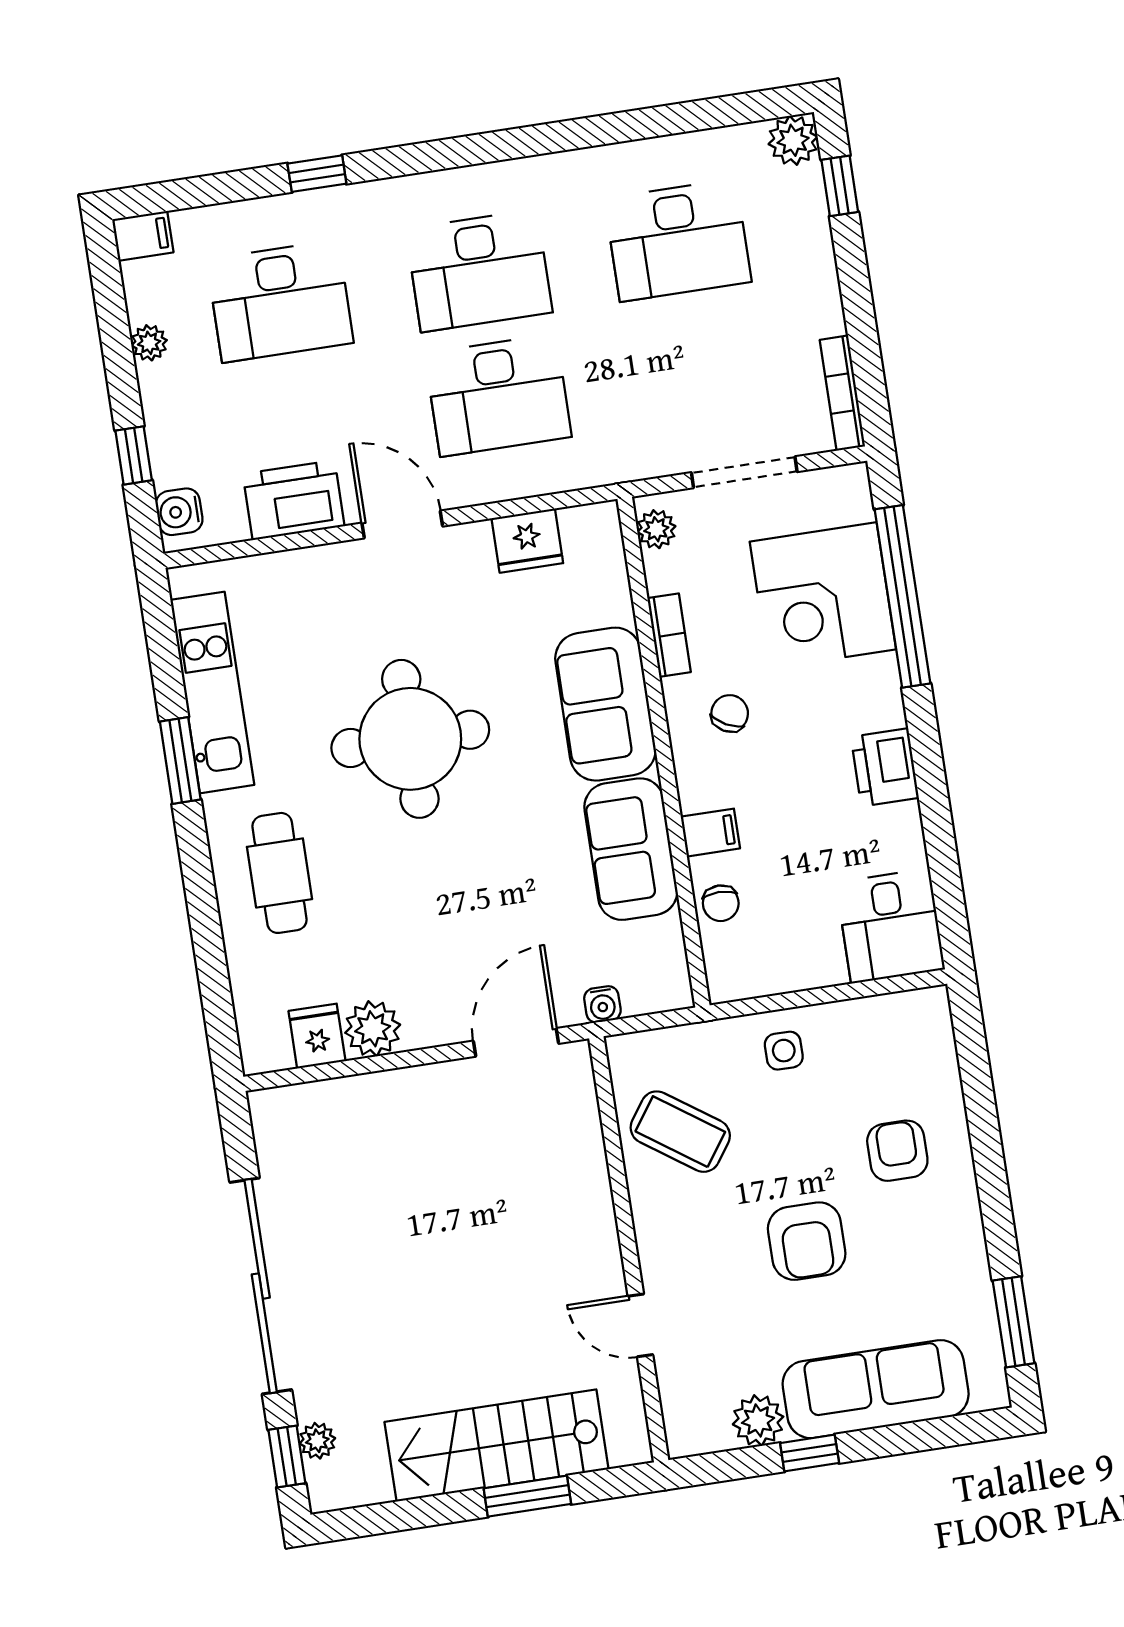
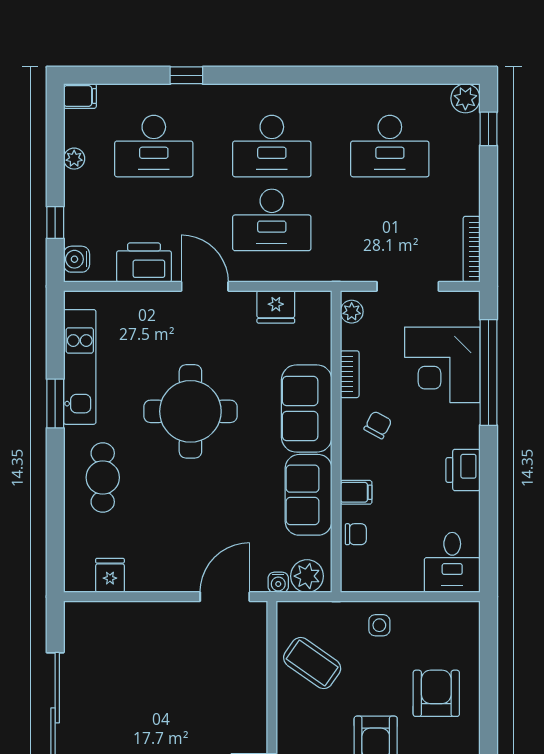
chair: (721, 903) -> (356, 534), turned -90
plant: (373, 1029) -> (307, 576), moved
armchair: (897, 1151) -> (436, 693), width x1.38, depth x1.38

